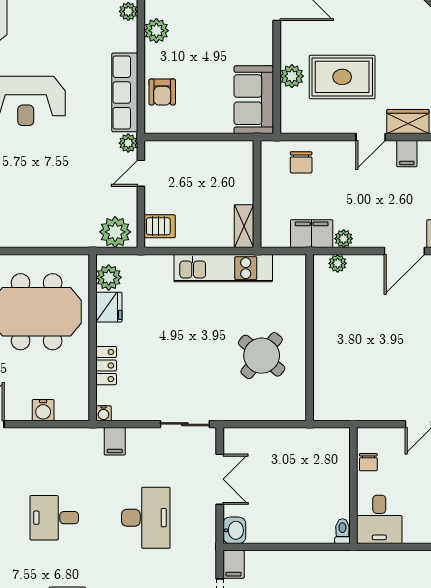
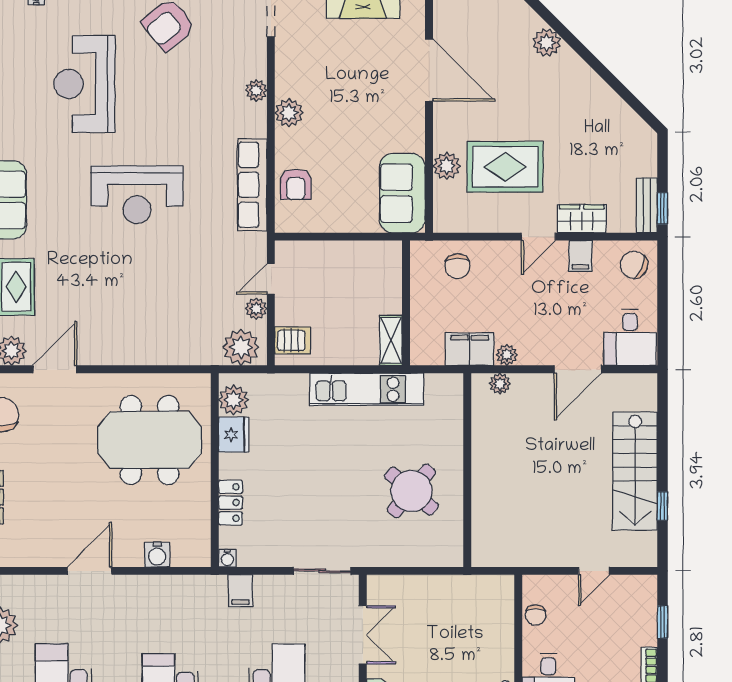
plant: (128, 143) -> (256, 309), moved

